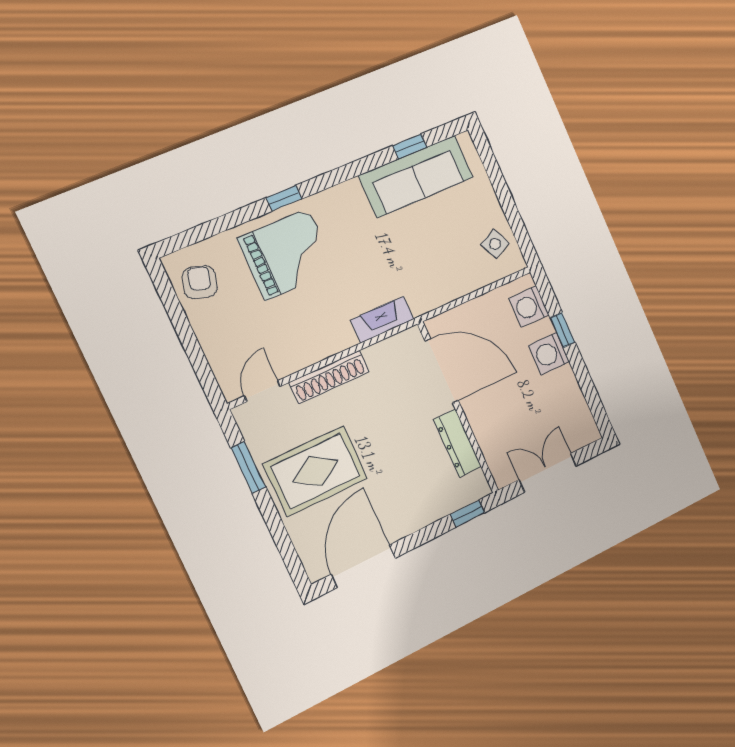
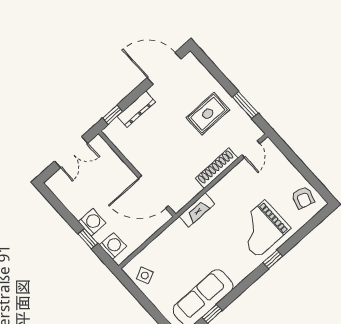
dresser: (457, 443) -> (136, 109), moved, turned 90
rug: (315, 471) -> (208, 114), width x0.73, depth x0.70
door: (363, 566) -> (164, 68), swing flipped

